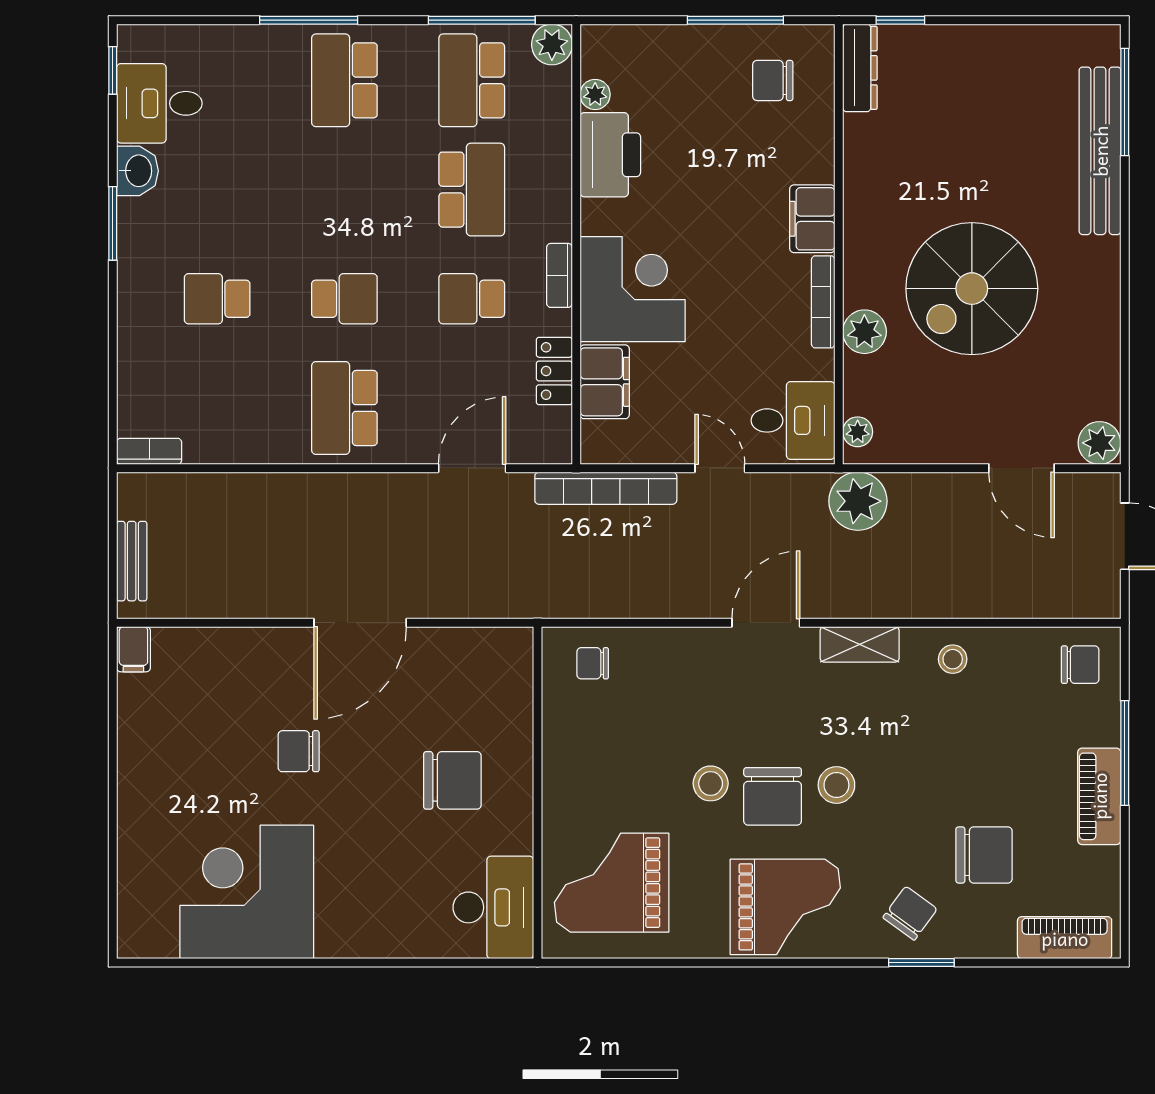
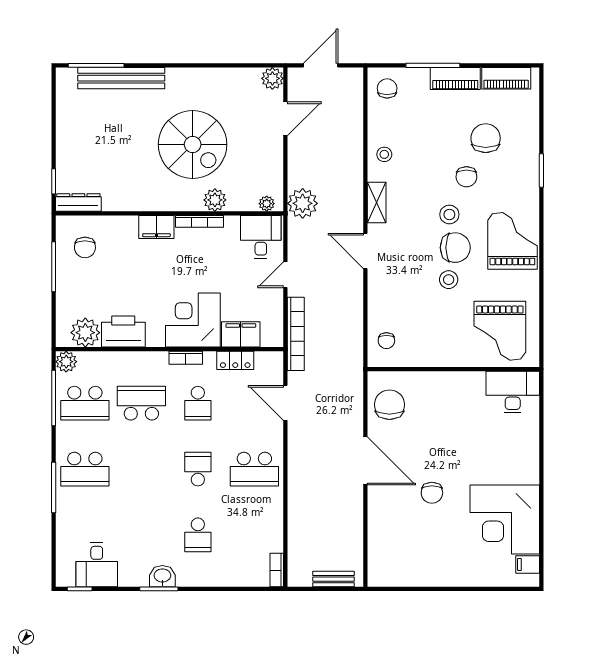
plant: (595, 94) -> (85, 333), width x1.88, depth x1.88
washbasin: (137, 171) -> (162, 576), moved
filing cabinet: (133, 649) -> (528, 564), moved, turned 180
chair: (452, 780) -> (389, 405), moved
chair: (910, 913) -> (466, 177), moved, turned -126
piano: (1065, 938) -> (506, 78), moved, turned -90

